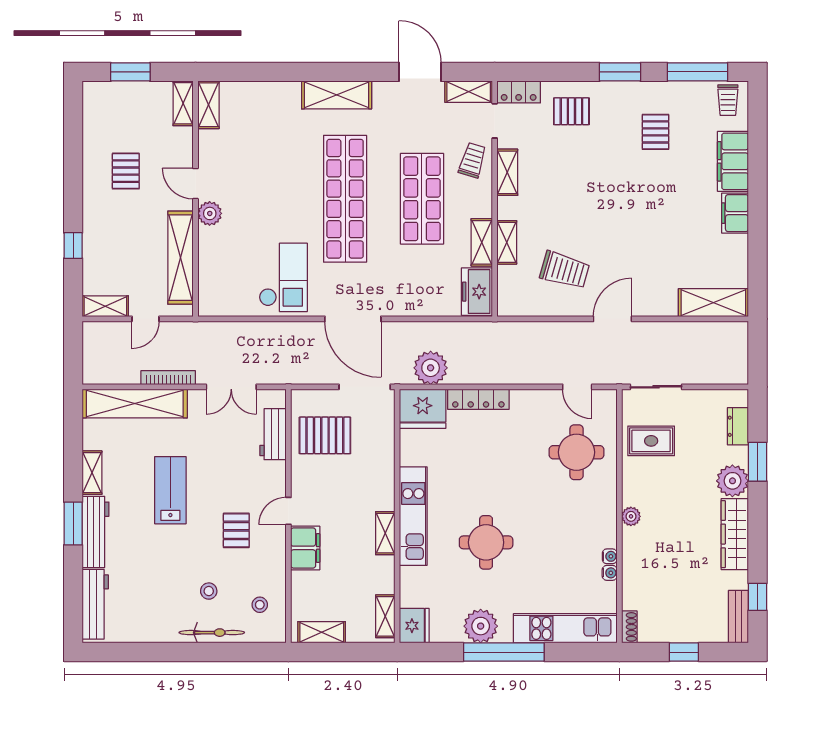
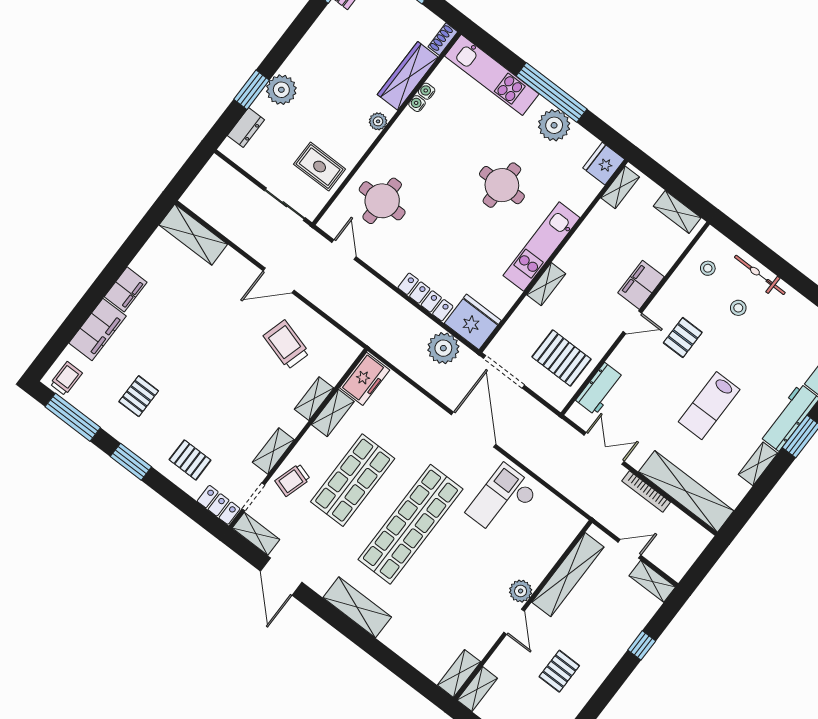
shelving: (385, 533) -> (546, 284), moved
wardrobe: (735, 534) -> (408, 76), moved, turned 180

